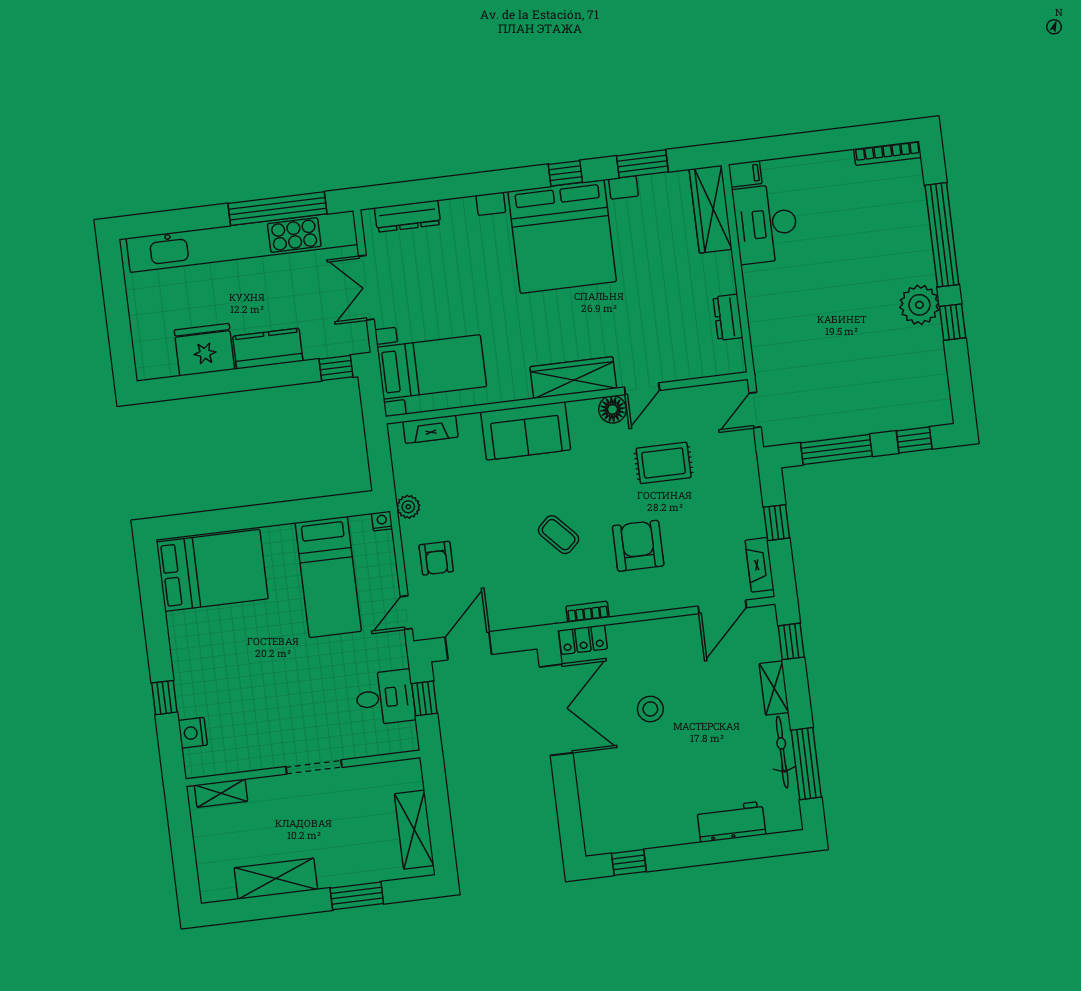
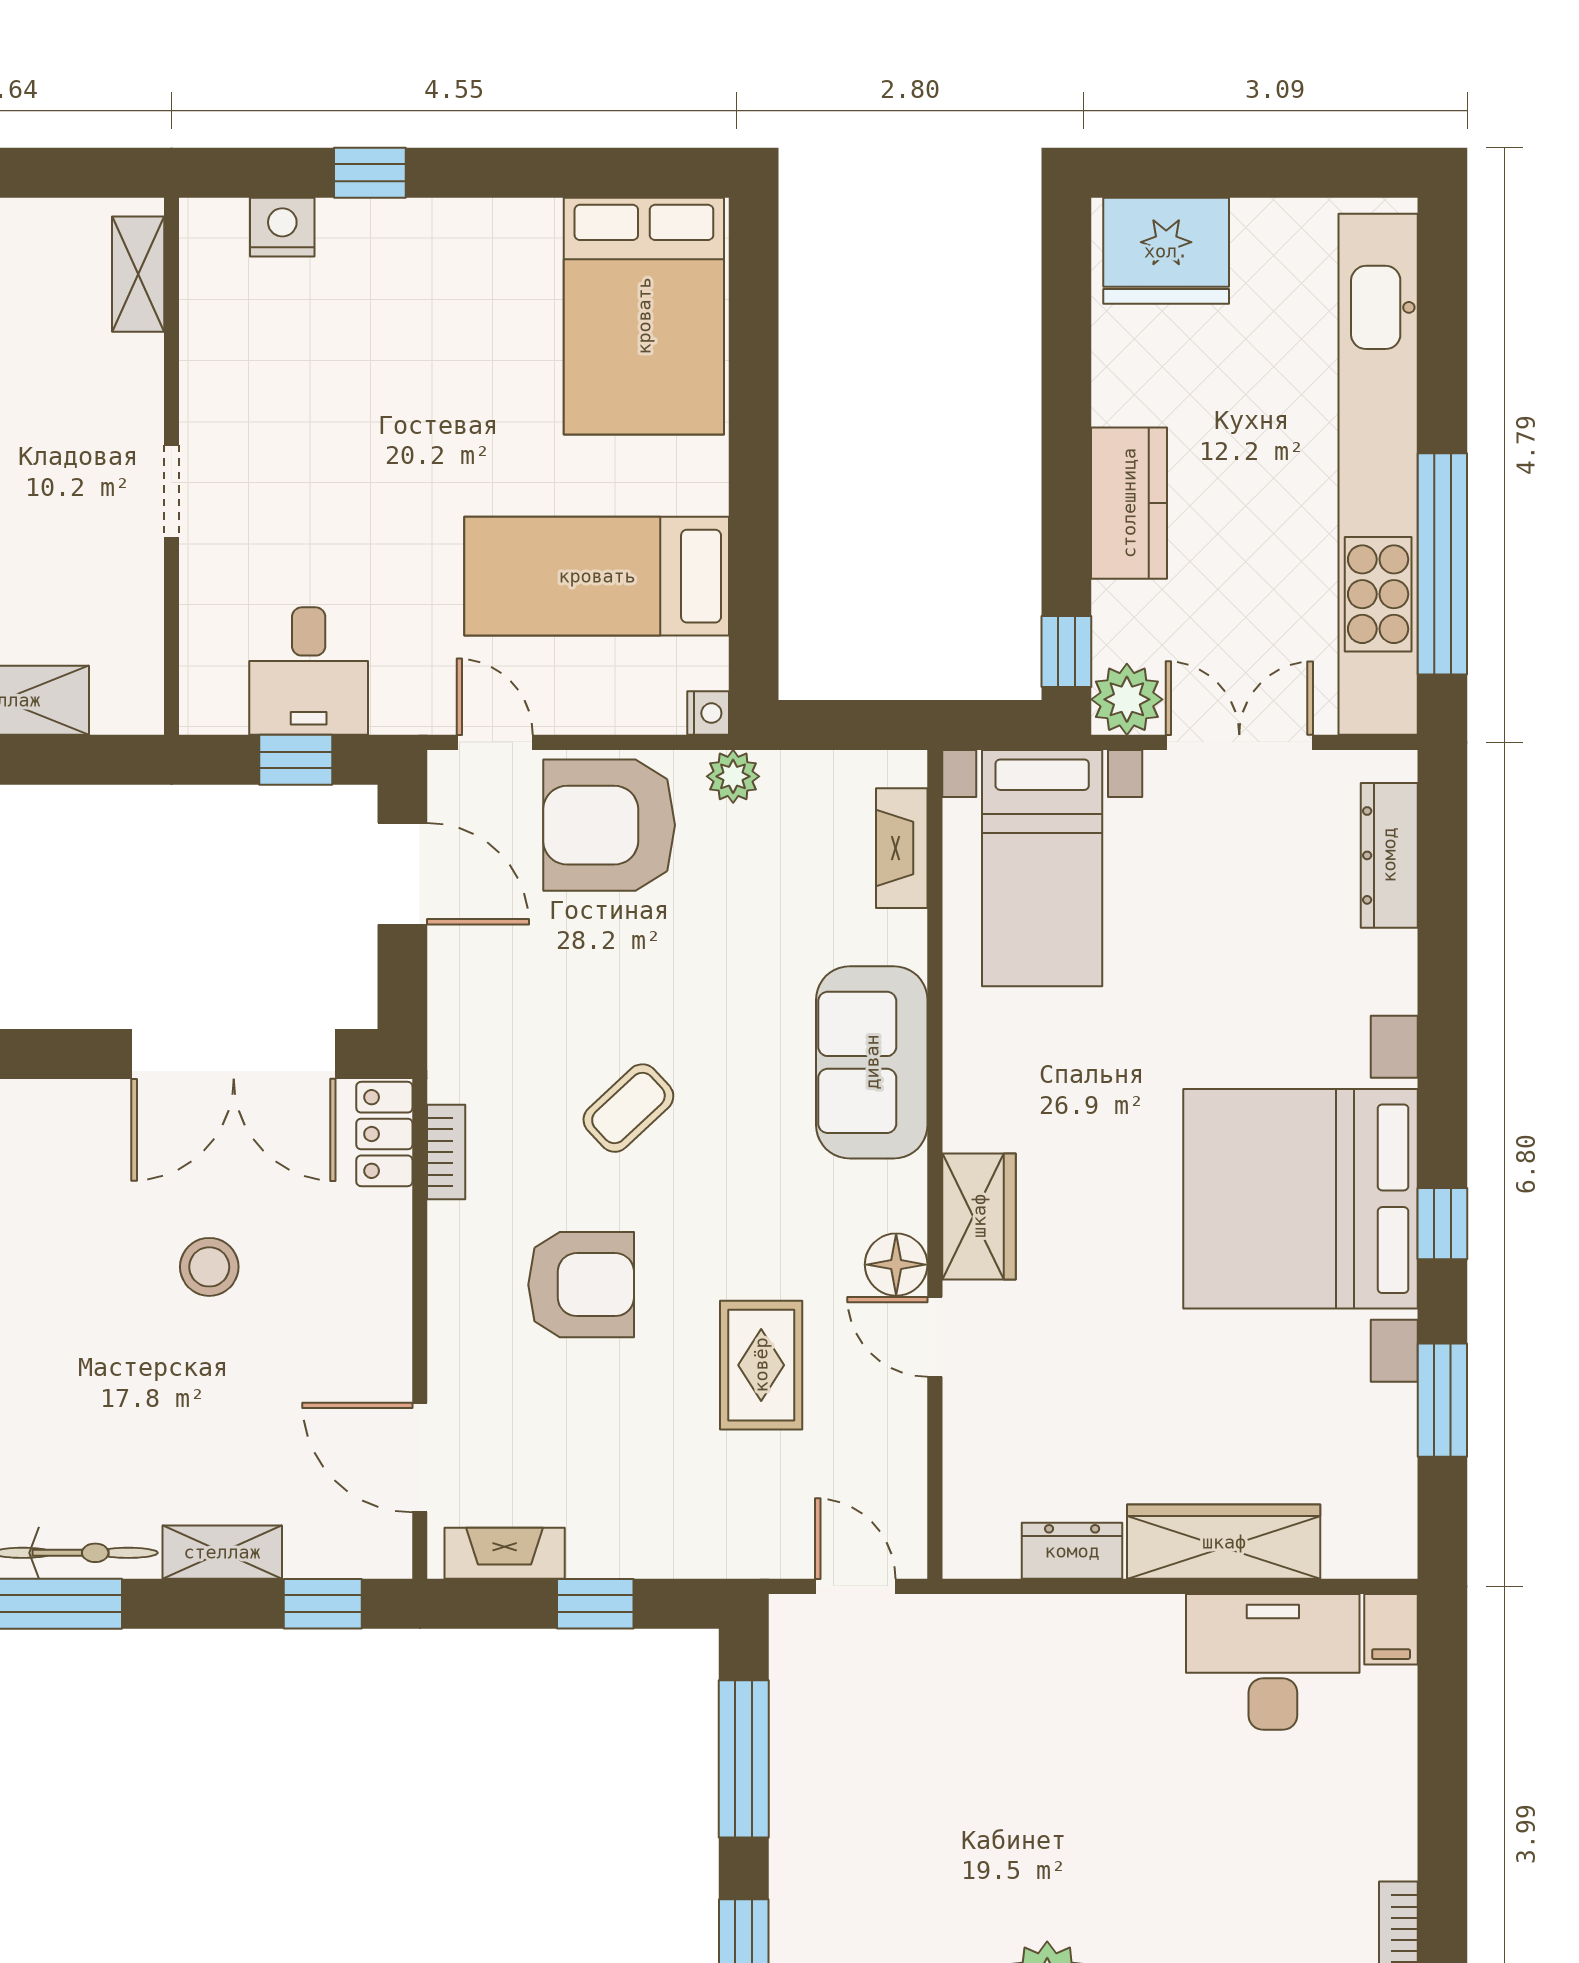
wardrobe: (711, 209) -> (1224, 1542), moved
plant: (354, 339) -> (1127, 699), added
fridge: (204, 350) -> (1166, 251), moved, turned 90
wardrobe: (573, 378) -> (979, 1216), width x0.67
armchair: (436, 558) -> (609, 825), width x1.88, depth x1.88
doorway: (314, 767) -> (172, 491), width x0.73

